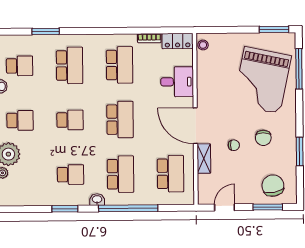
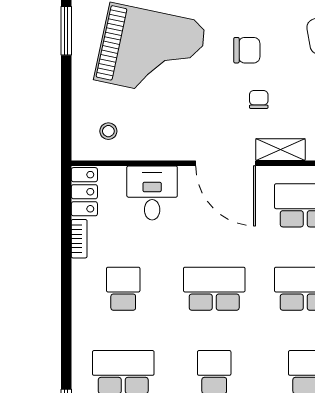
stool: (203, 45) -> (108, 131), moved
school desk: (120, 65) -> (123, 289), width x0.54
door: (195, 126) -> (226, 163), hinge flipped

